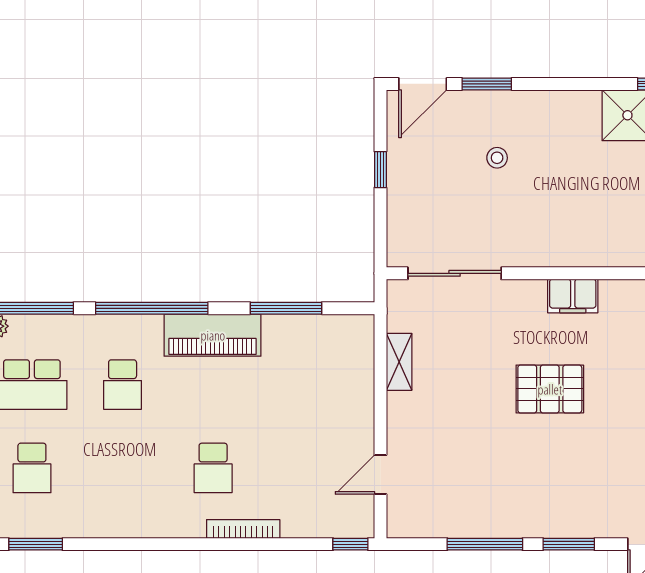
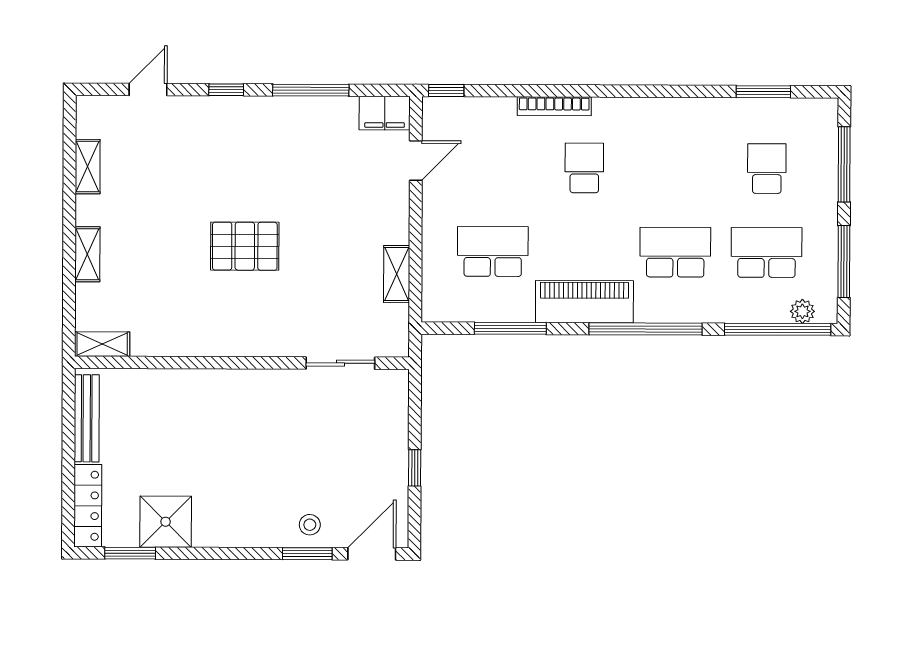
stool: (497, 158) -> (310, 525), moved
sliding door: (455, 273) -> (340, 363), width x0.73
filing cabinet: (573, 296) -> (385, 113), moved, turned 180
school desk: (123, 385) -> (675, 252), width x1.85
school desk: (304, 385) -> (493, 252), added
window: (569, 544) -> (226, 90), width x0.67

